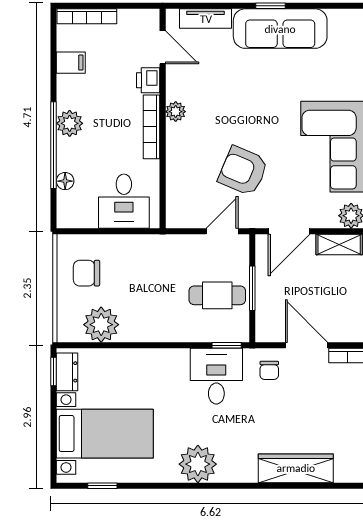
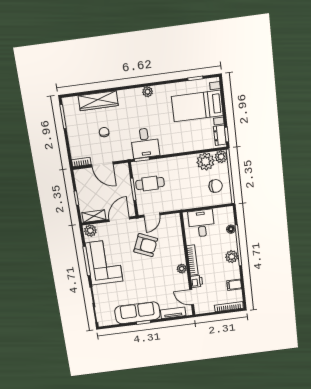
plant: (69, 330) -> (221, 157), added
chair: (269, 370) -> (104, 132), moved
plant: (198, 464) -> (148, 92), width x0.53, depth x0.53

